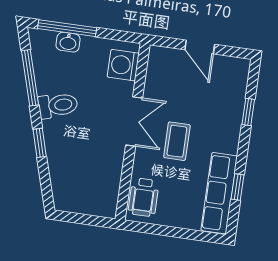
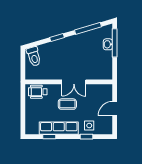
washing machine: (123, 65) -> (101, 73), removed
side table: (226, 103) -> (89, 126), added
toilet: (58, 105) -> (34, 56), moved
row of seats: (219, 193) -> (59, 128), moved

